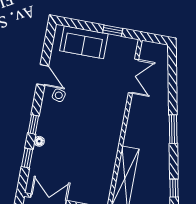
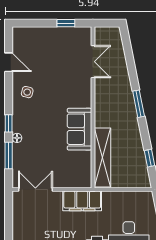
sofa: (84, 42) -> (79, 129), moved, turned 90
door: (43, 75) -> (9, 62), moved
window: (27, 158) -> (9, 155), width x1.50

